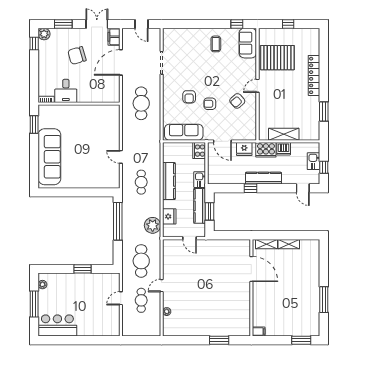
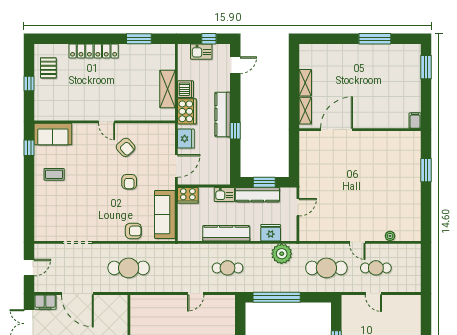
pallet: (277, 58) -> (48, 68), moved, width x0.49, depth x0.50
armchair: (189, 97) -> (133, 231), moved

